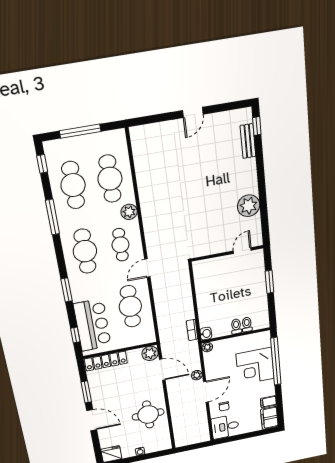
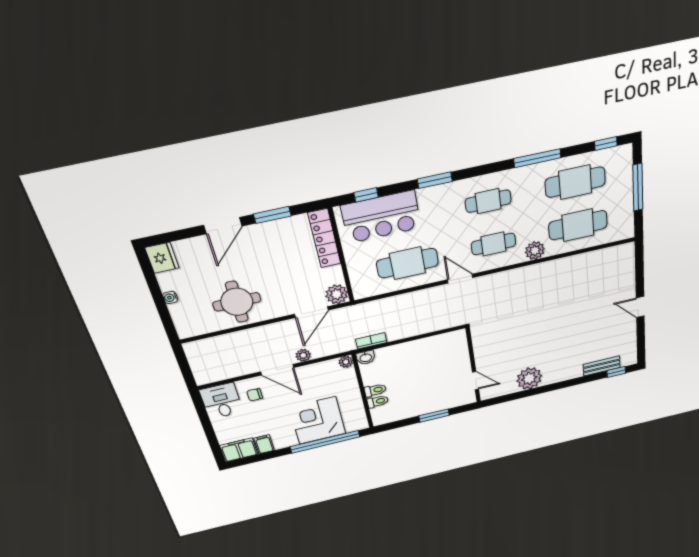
cafe table: (85, 251) -> (488, 201), width x0.73, depth x0.74

